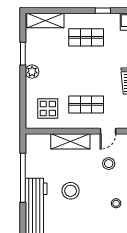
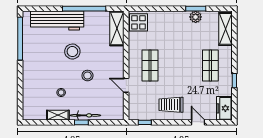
plant: (32, 72) -> (196, 17), moved
display table: (48, 109) -> (139, 22), moved
shelving: (70, 141) -> (117, 28), moved
stool: (109, 164) -> (87, 76), moved

